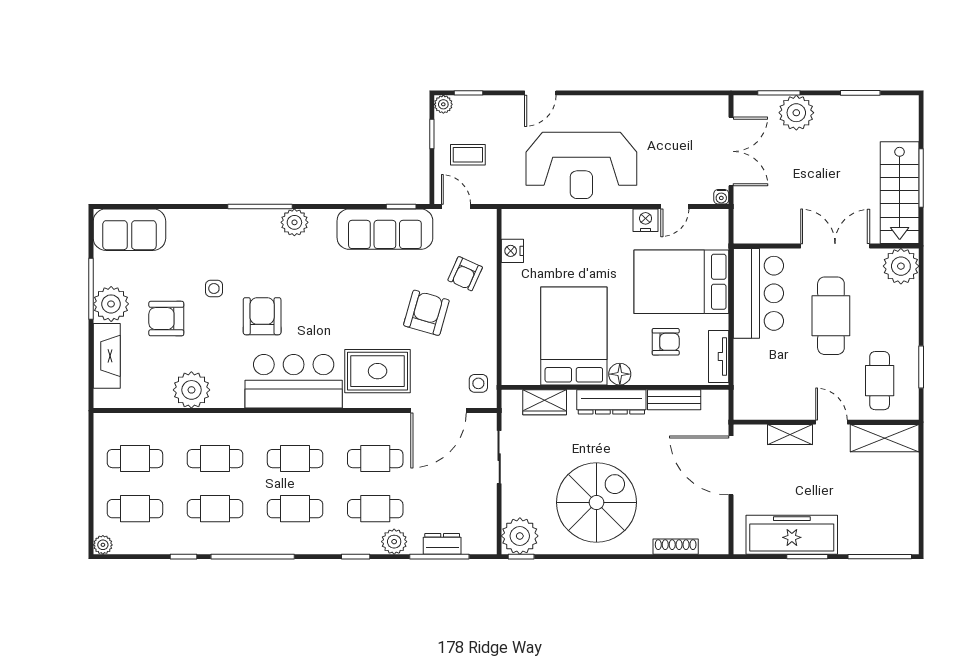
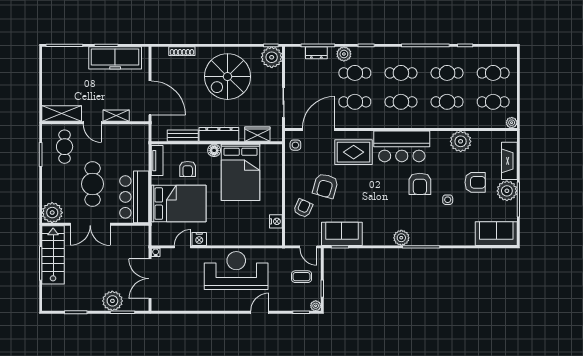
sofa: (385, 229) -> (342, 234), width x0.73
armchair: (666, 342) -> (188, 169), turned -90
plant: (103, 545) -> (512, 123), moved

